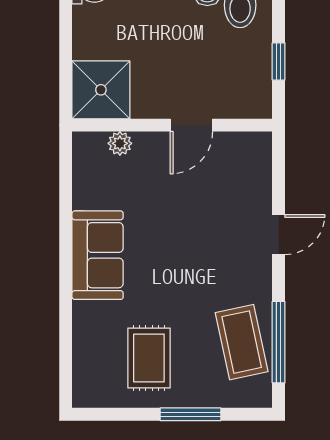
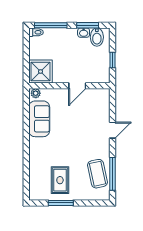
plant: (120, 143) -> (36, 93), moved
sofa: (98, 255) -> (39, 119), moved
window: (190, 414) -> (61, 203), moved

